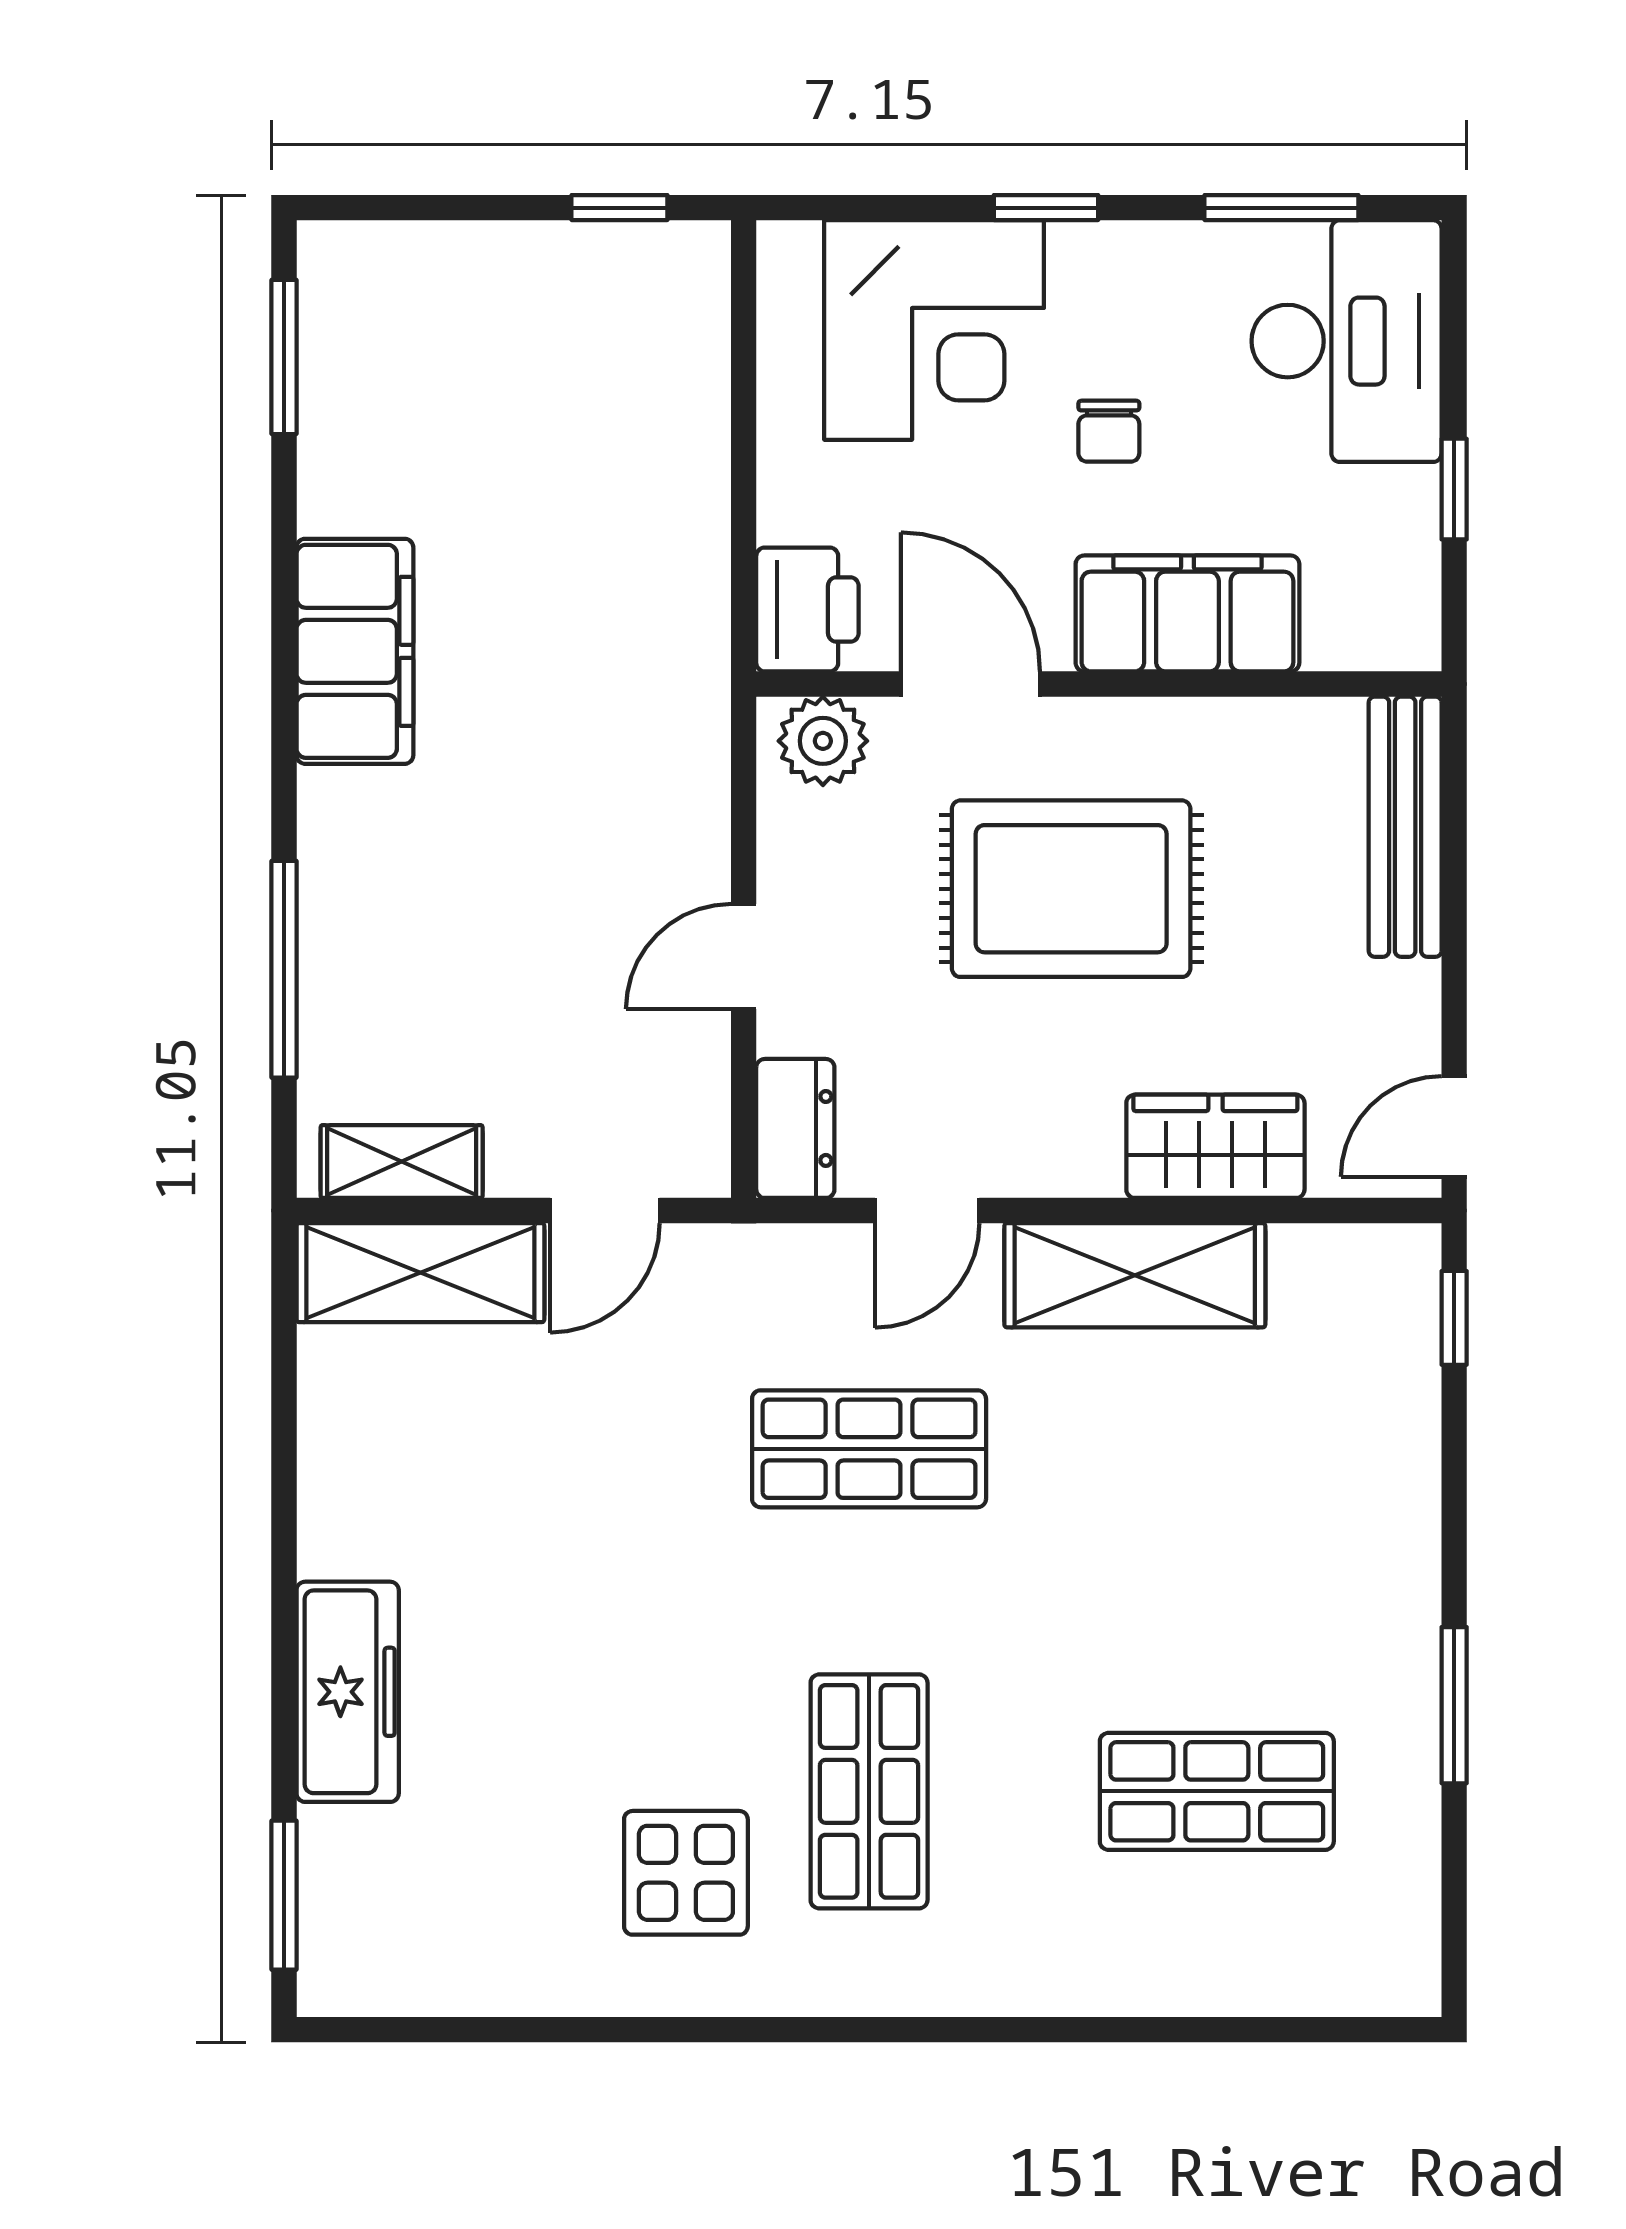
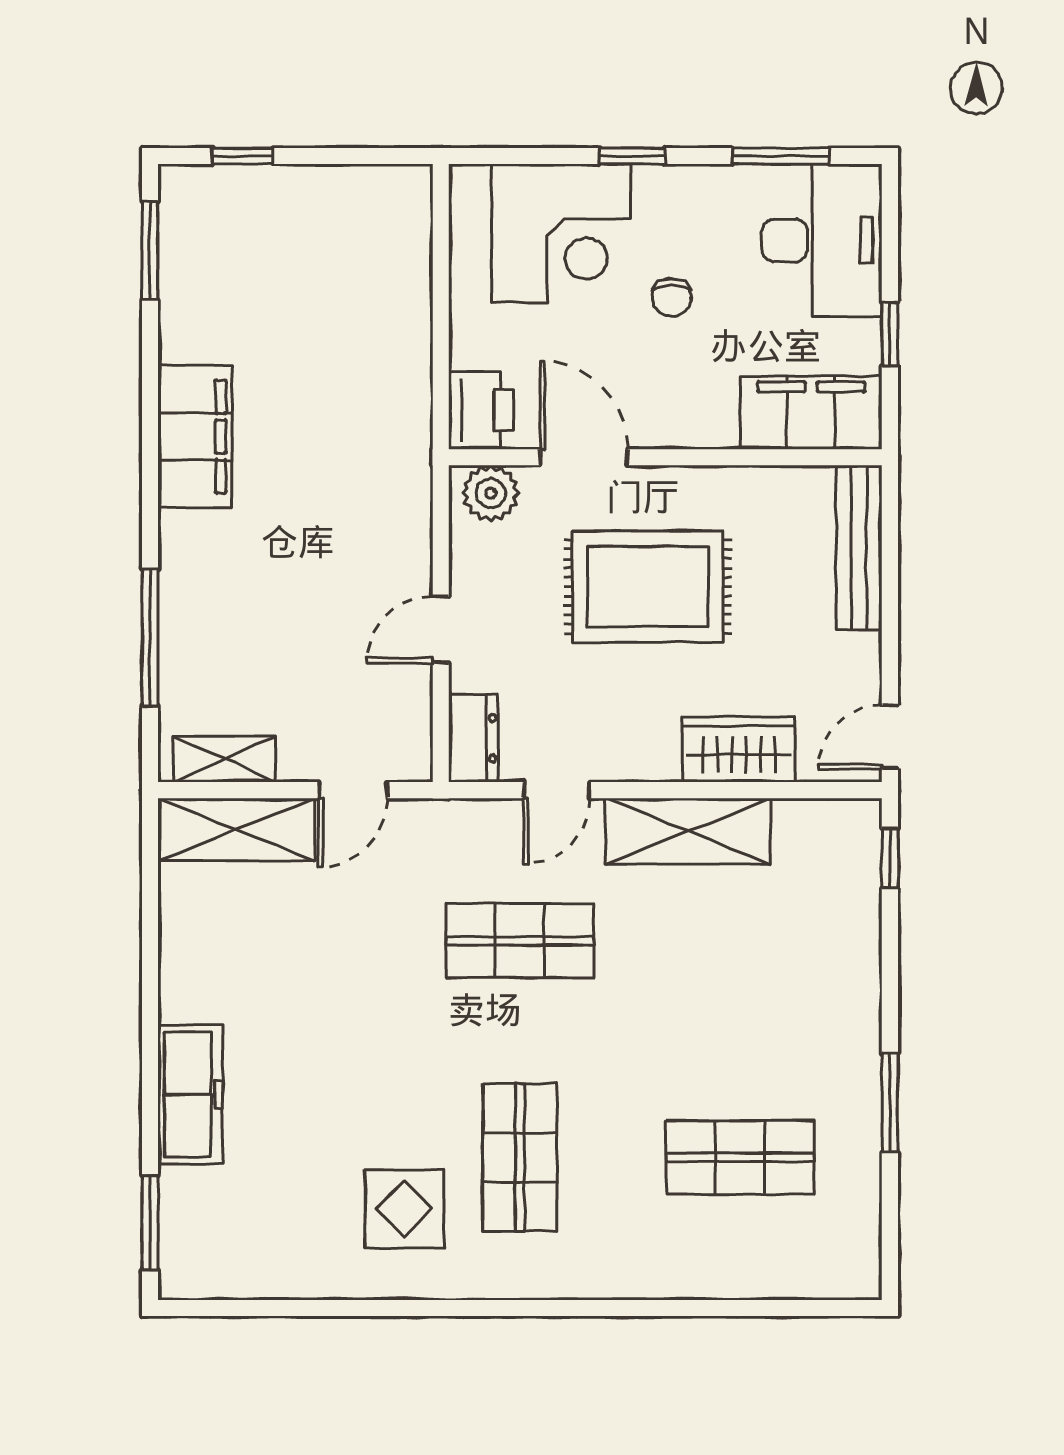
window: (619, 208) -> (242, 156), moved
filing cabinet: (1187, 613) -> (811, 413), moved

